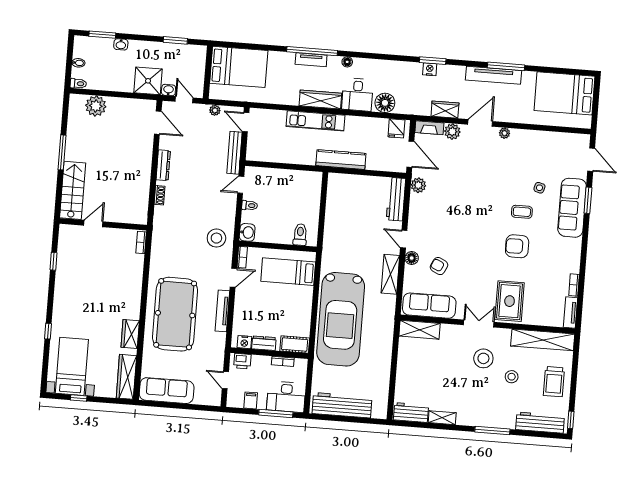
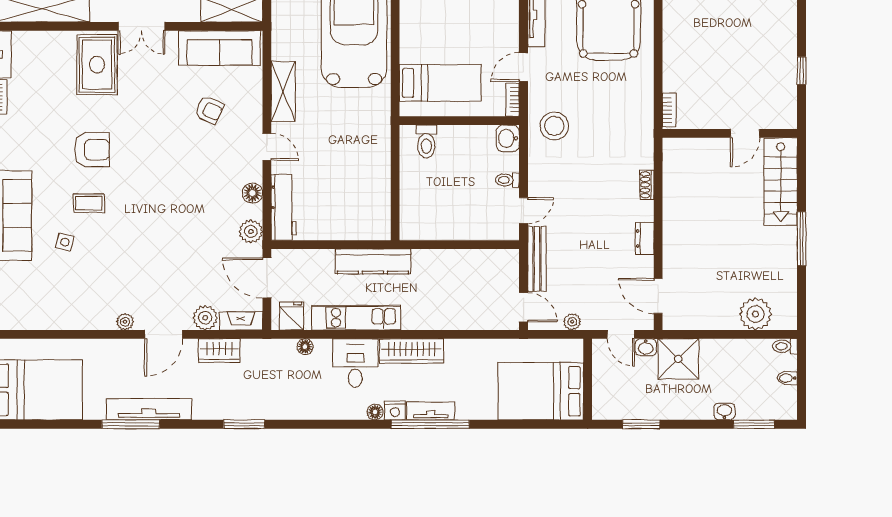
nightstand: (430, 69) -> (395, 411), moved
floor lamp: (385, 103) -> (305, 347), width x0.53, depth x0.53
kitchen unit: (316, 121) -> (356, 318), moved
dresser: (163, 165) -> (645, 238), width x0.70
floor lamp: (412, 258) -> (252, 193), moved

